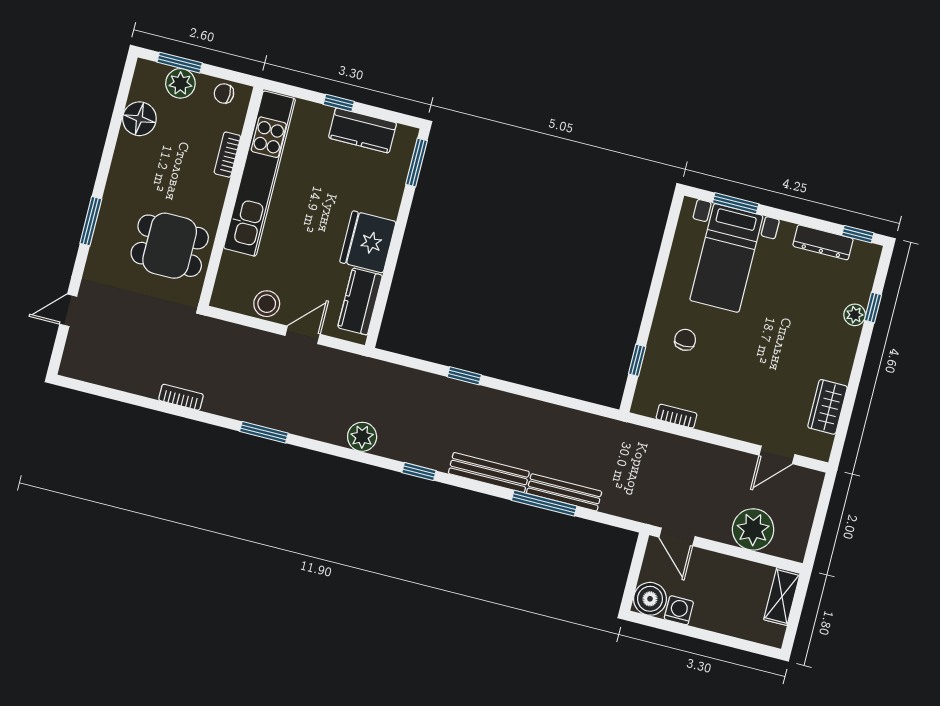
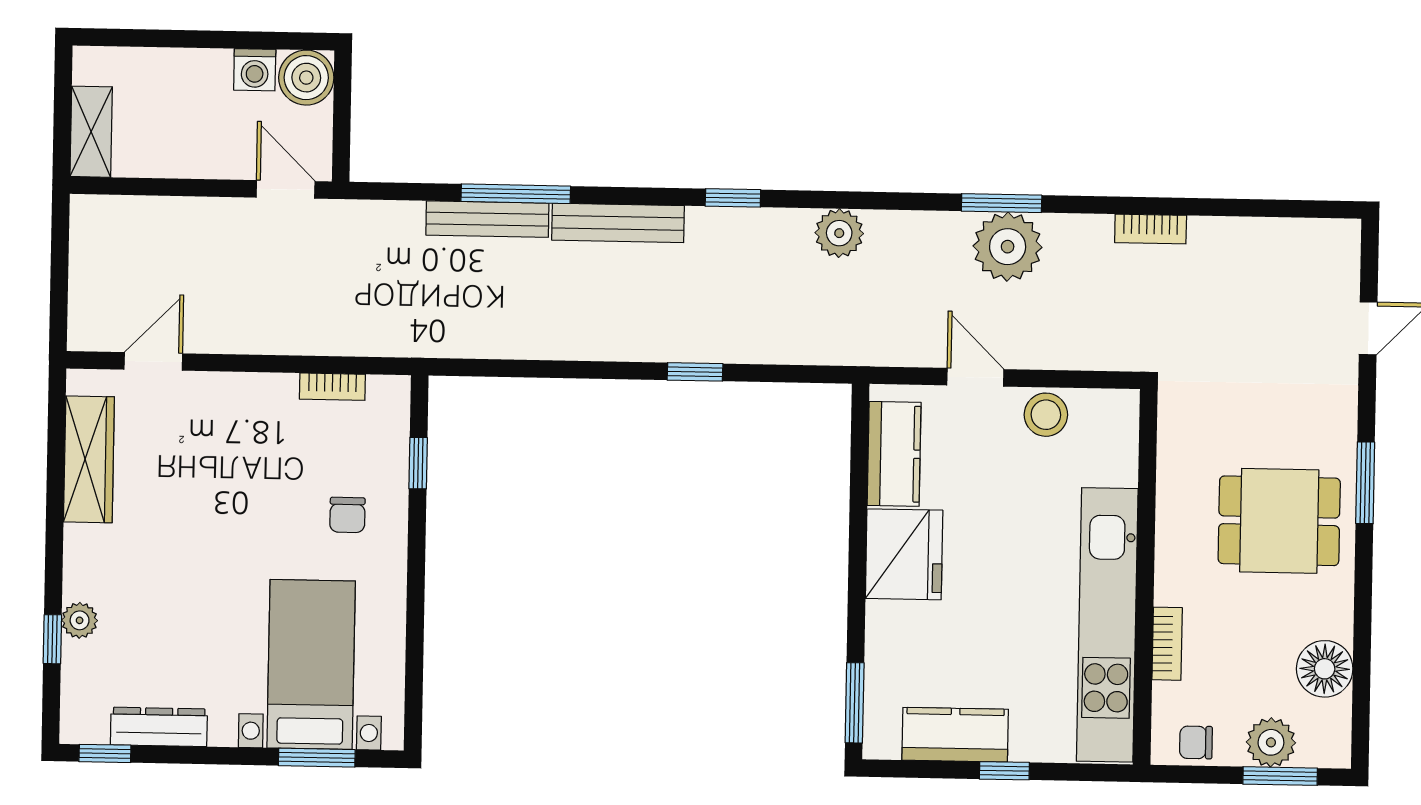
chair: (224, 93) -> (1196, 742), turned 180
dining table: (170, 246) -> (1279, 521), moved
door: (303, 335) -> (975, 377), swing flipped
wardrobe: (827, 407) -> (89, 459), width x1.50
plant: (753, 529) -> (1008, 247), moved

